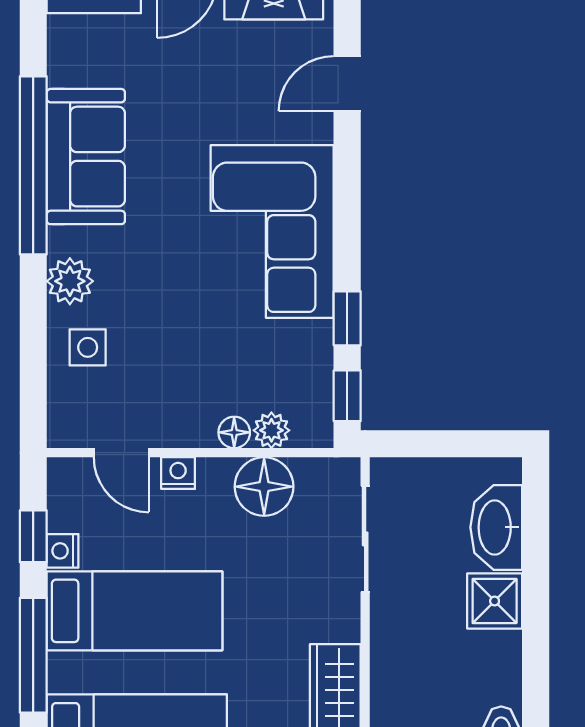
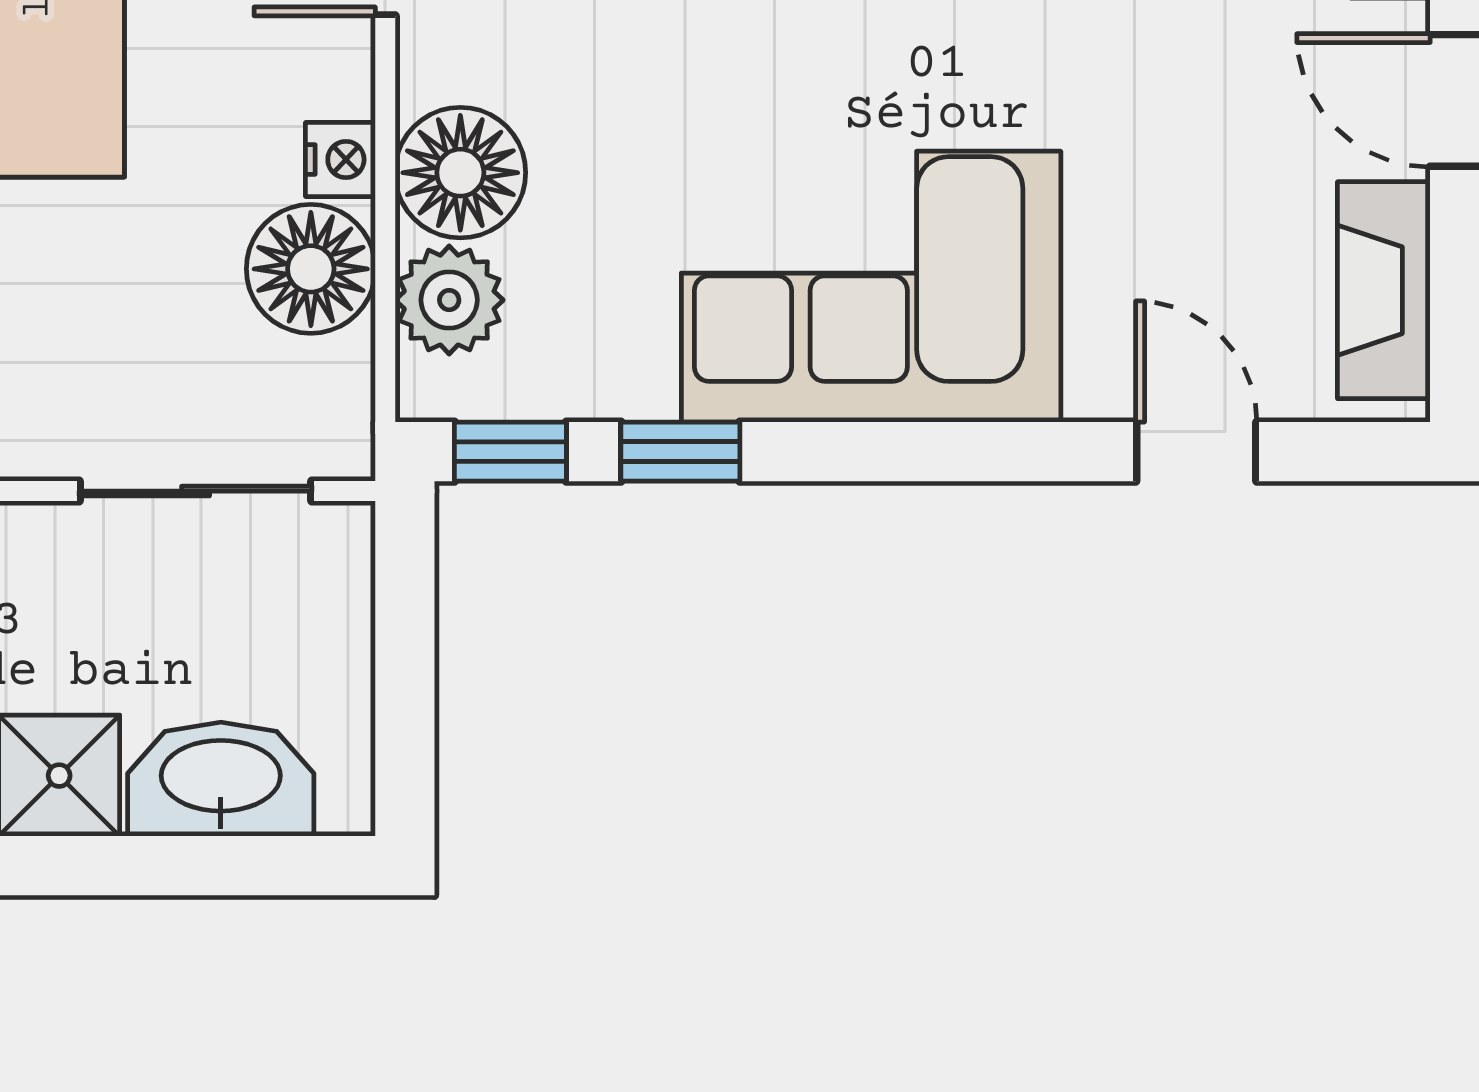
plant: (271, 430) -> (449, 300), width x1.38, depth x1.38
floor lamp: (234, 432) -> (460, 173), width x1.89, depth x1.89
nightstand: (178, 473) -> (340, 160), moved

